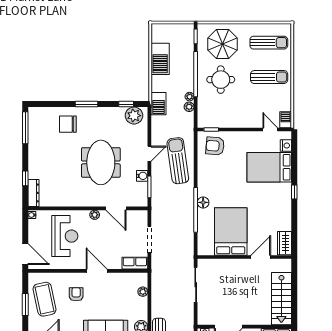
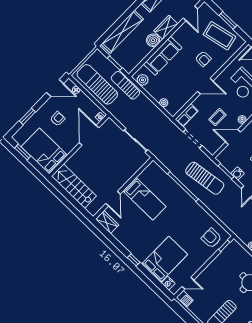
armchair: (215, 146) -> (211, 238), turned -95
sun lounger: (178, 161) -> (205, 178), moved
floor lamp: (203, 202) -> (183, 196), removed
bed: (231, 231) -> (144, 199), width x0.67
coffee table: (112, 237) -> (217, 117), added

